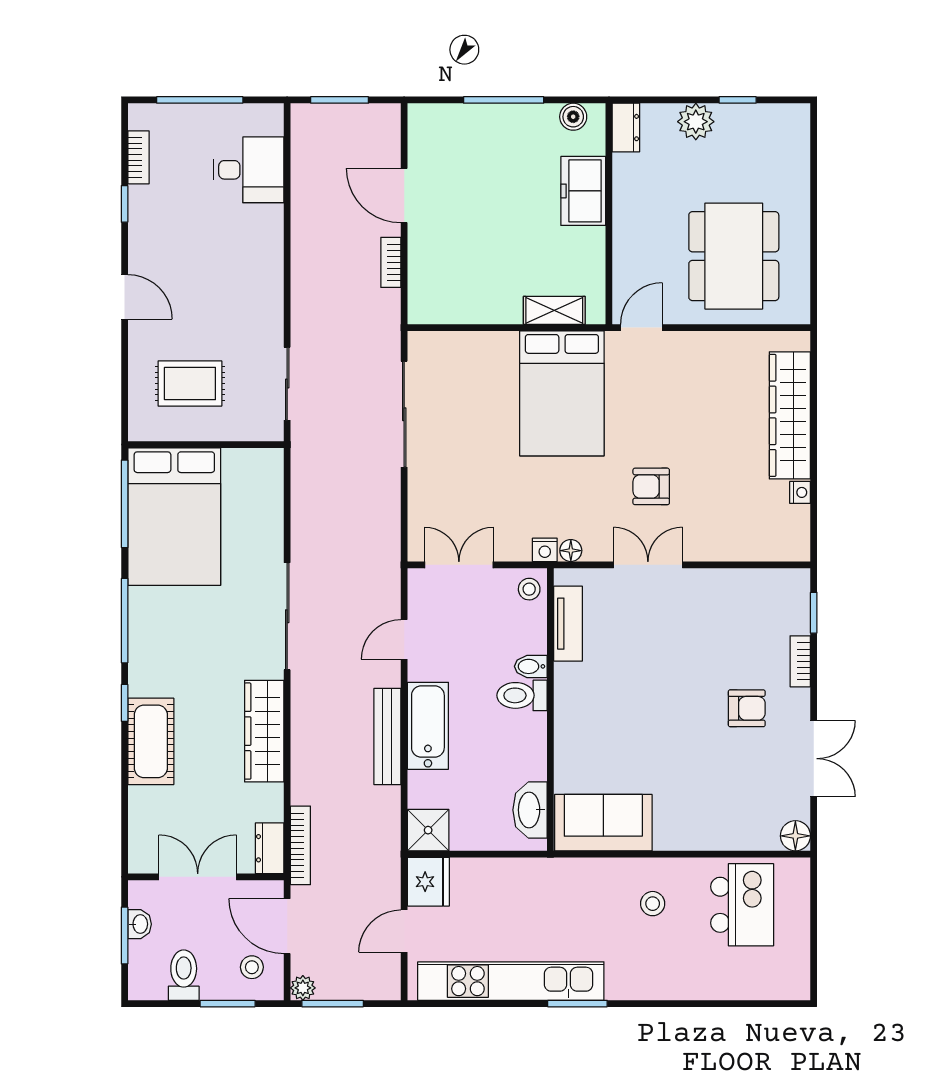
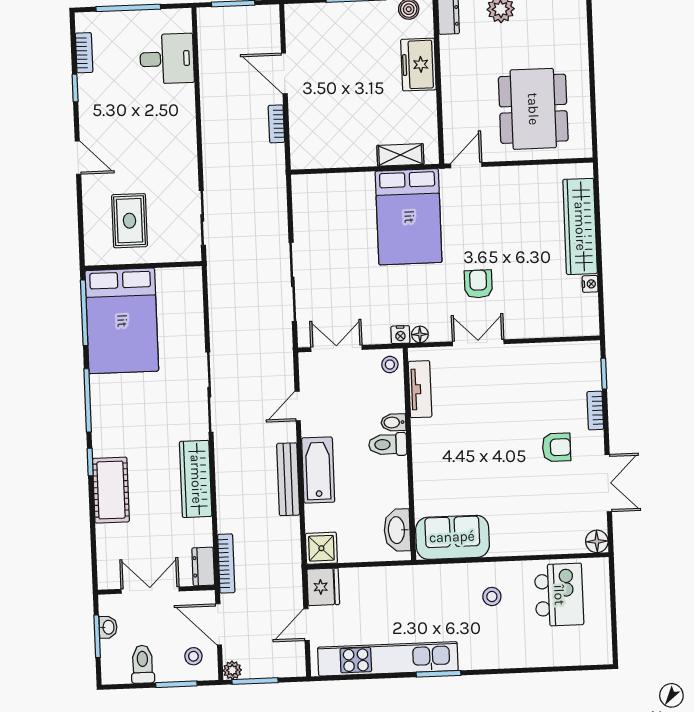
rug: (190, 384) -> (129, 221), turned 90
sliding door: (404, 414) -> (293, 282), moved
armchair: (651, 486) -> (478, 284), turned 90

